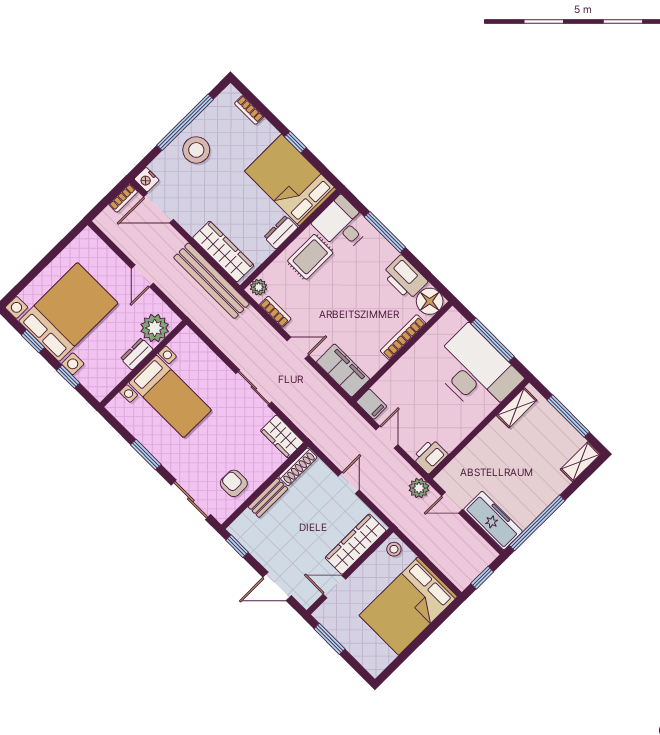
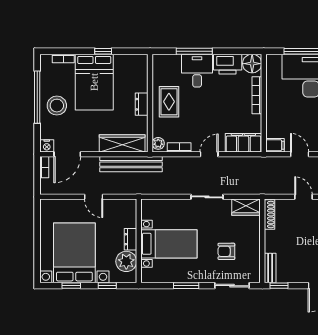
bed: (290, 180) -> (94, 82), moved, turned -90
desk: (342, 225) -> (197, 71), moved, turned 90
plant: (155, 328) -> (126, 261), moved
armchair: (234, 483) -> (226, 251), moved
bench: (268, 498) -> (270, 268), moved

